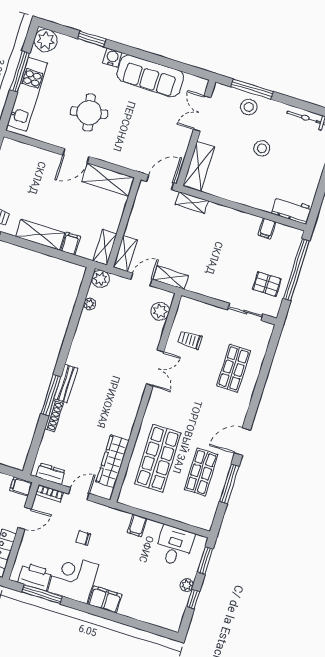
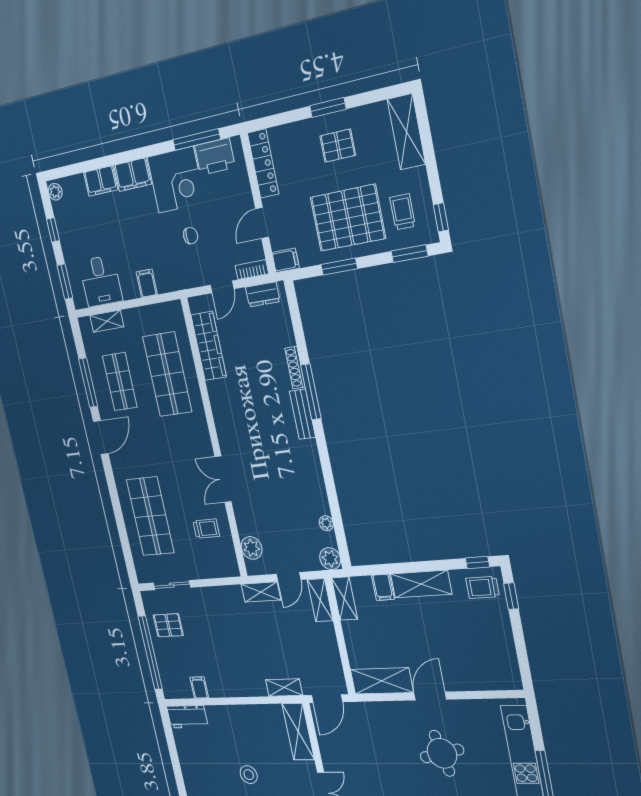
shop shelf: (234, 368) -> (150, 516), width x1.43, depth x1.36
shelving: (186, 517) -> (107, 321), added
plant: (187, 585) -> (55, 192), moved
filing cabinet: (133, 609) -> (101, 181), added

